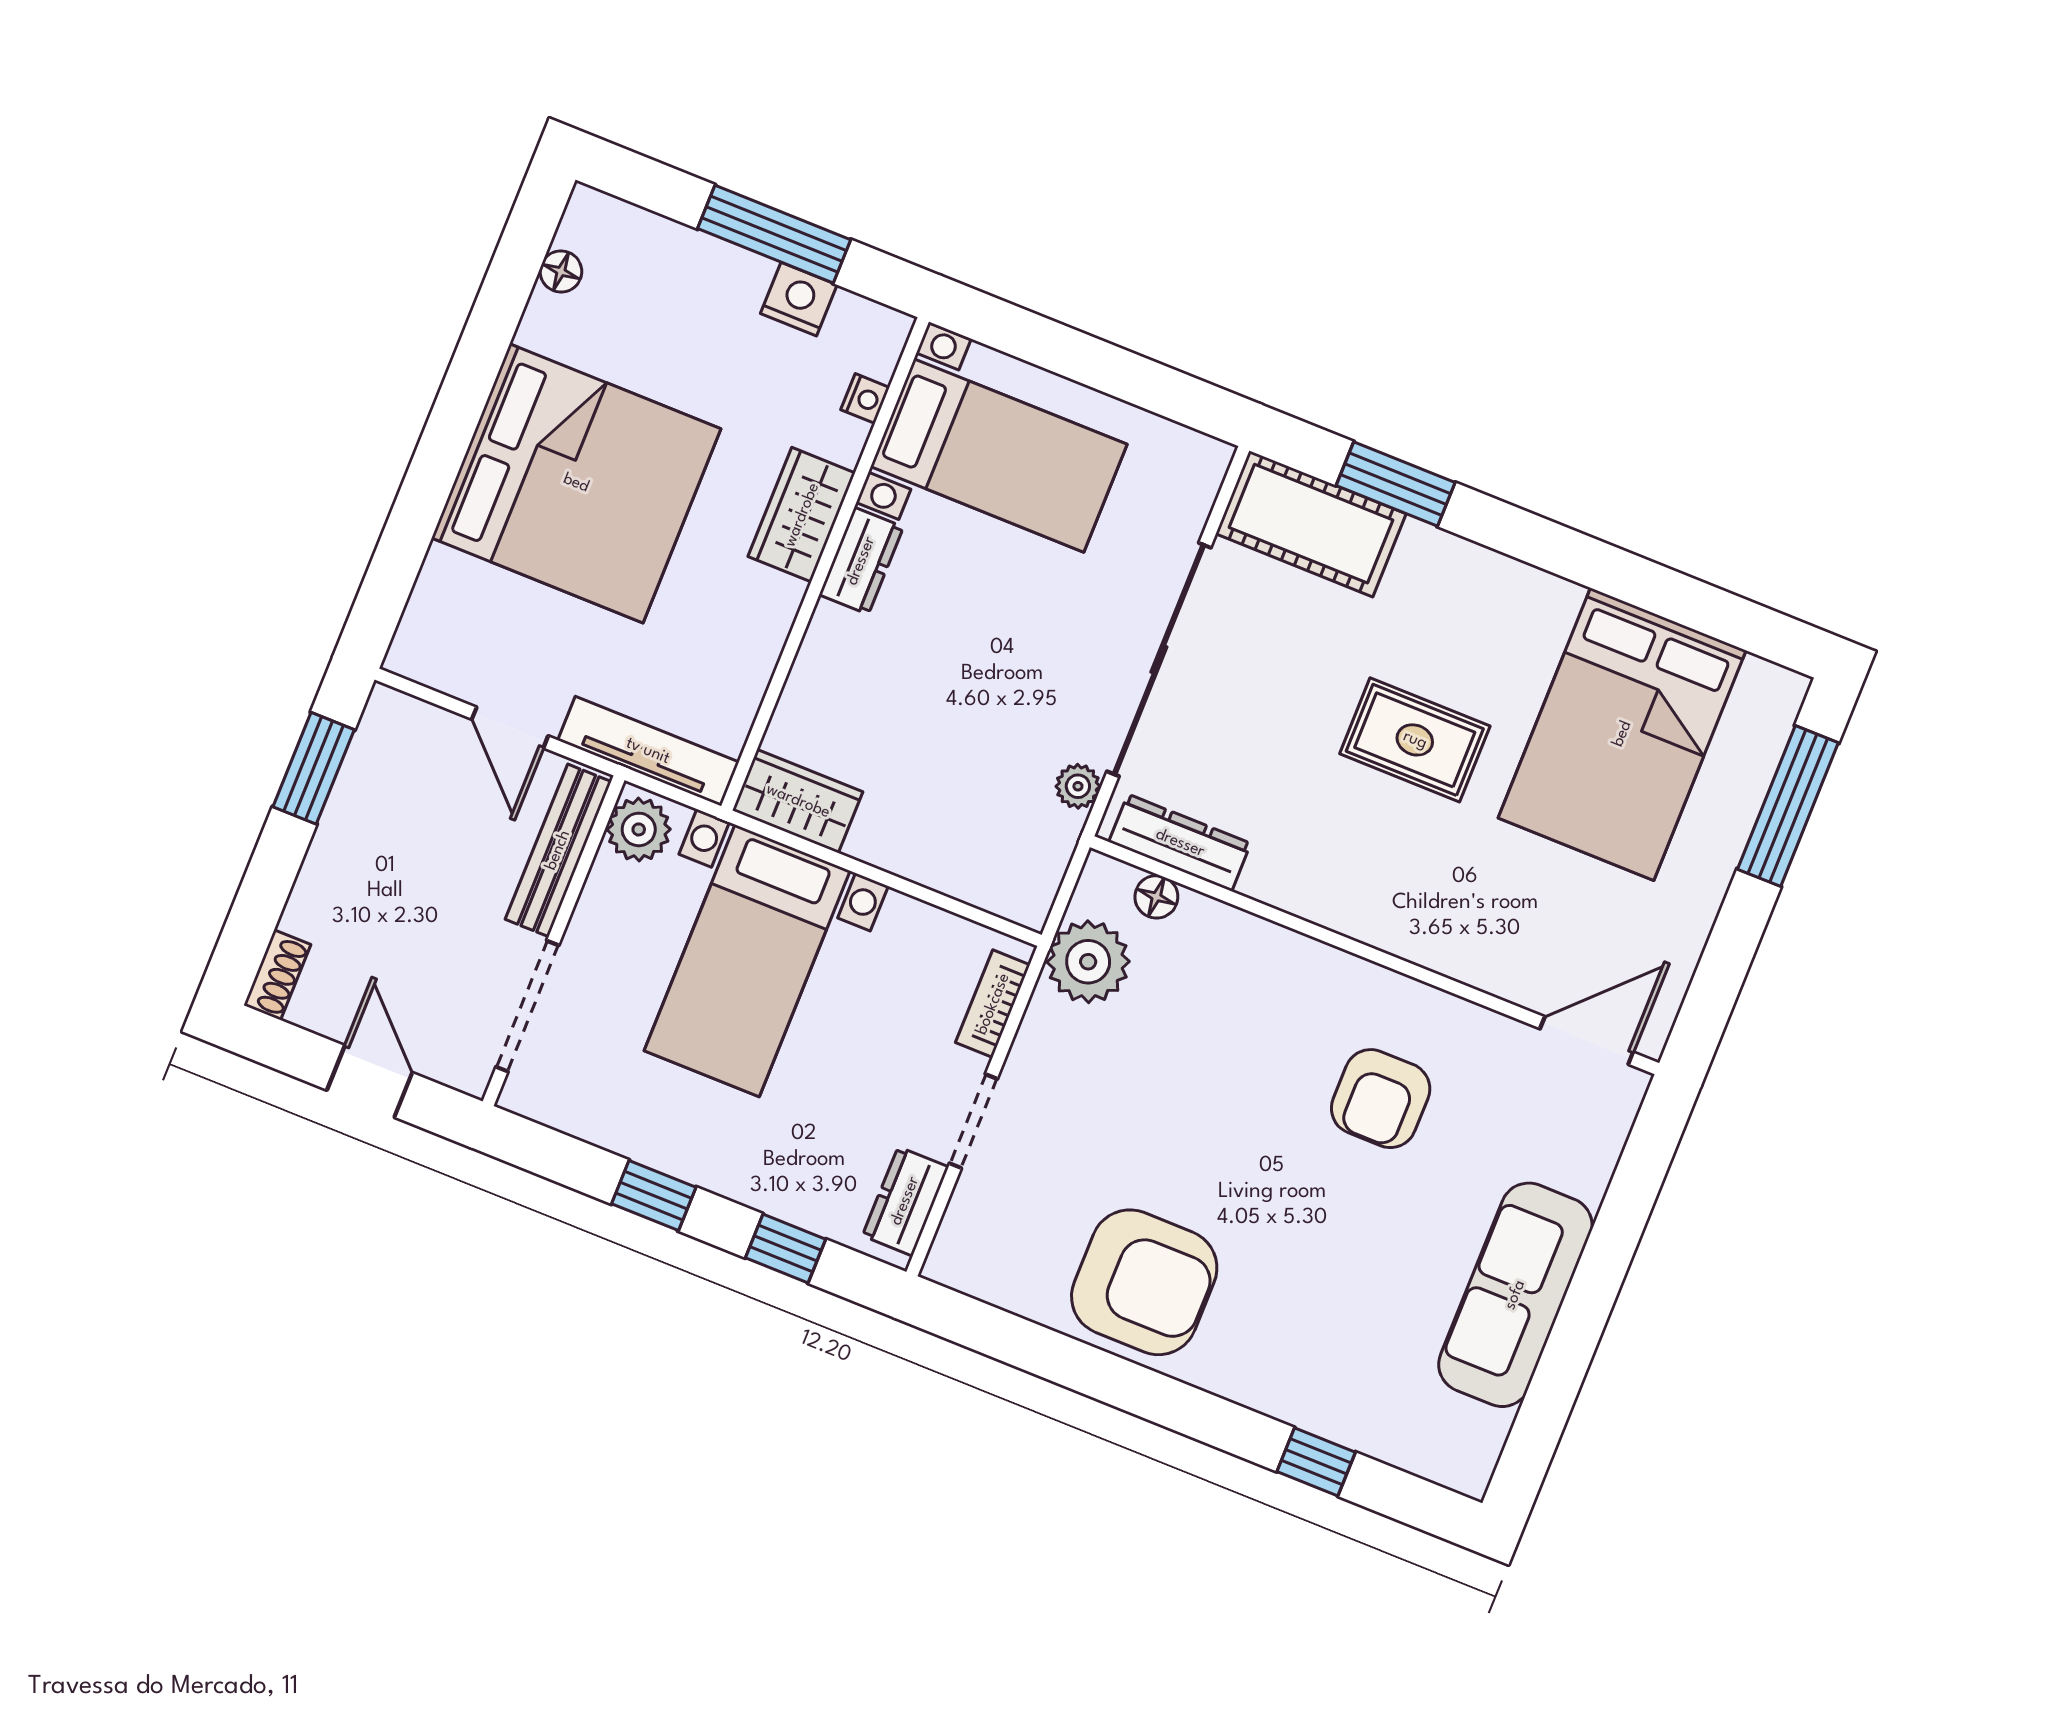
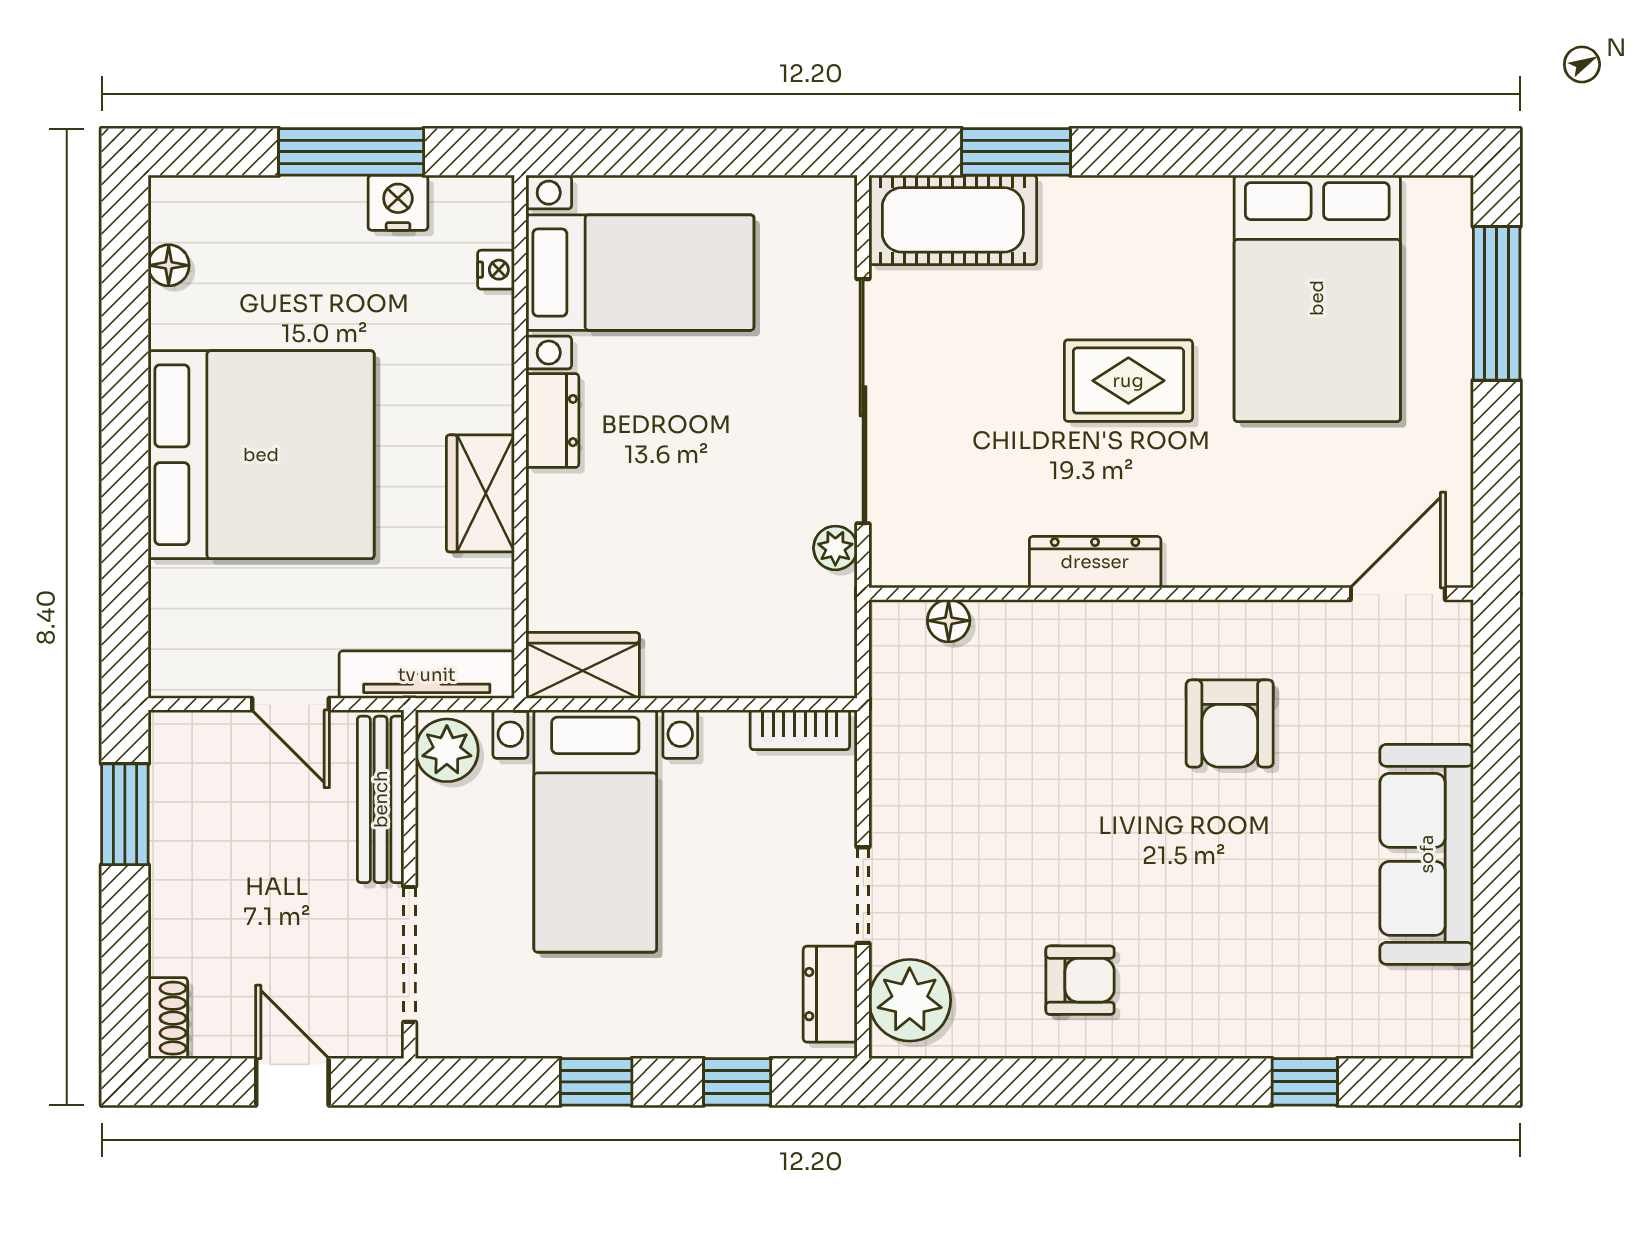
wardrobe: (802, 515) -> (480, 493), moved
dresser: (1180, 843) -> (1095, 562), moved
plant: (1088, 962) -> (910, 1000), moved
bookcase: (993, 1004) -> (800, 730), moved, turned -90
armchair: (1144, 1282) -> (1080, 980), width x0.53, depth x0.53

